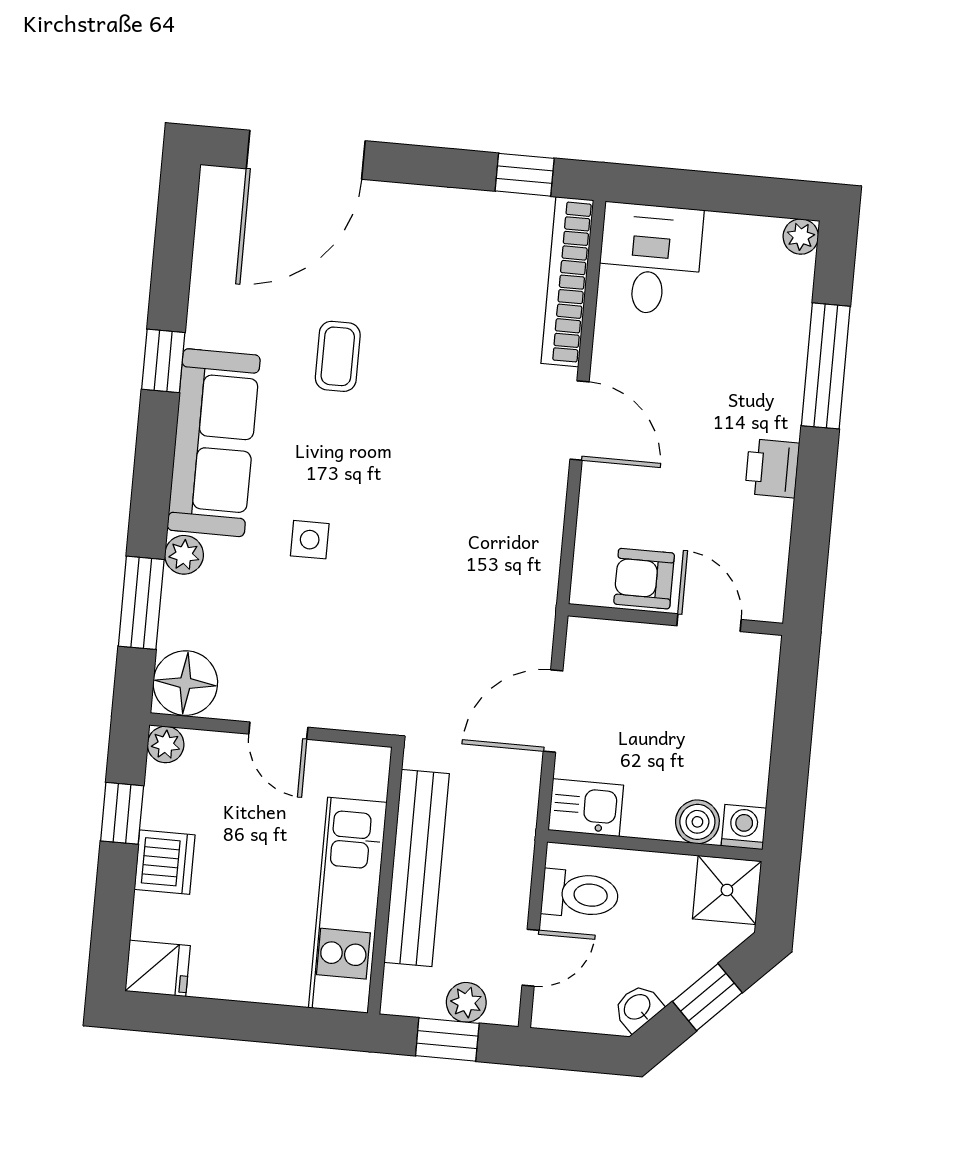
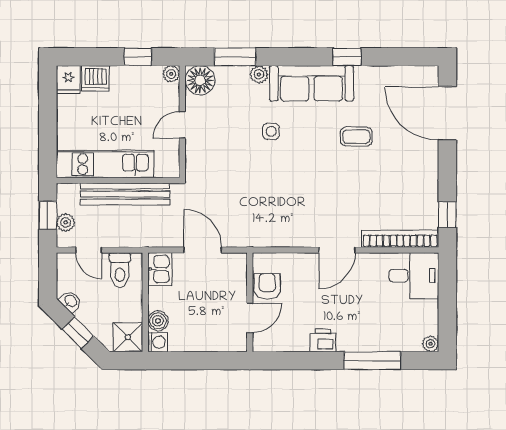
dishwasher: (165, 862) -> (96, 78), moved

